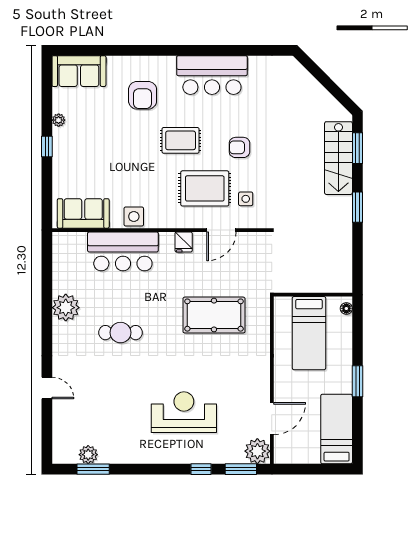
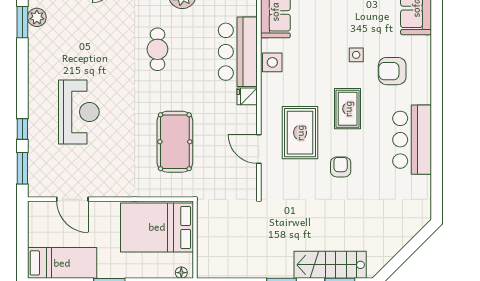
side table: (246, 199) -> (356, 55), moved
fridge: (184, 242) -> (247, 96), moved
bed: (309, 333) -> (157, 227), width x1.50
plant: (257, 451) -> (40, 185), removed

